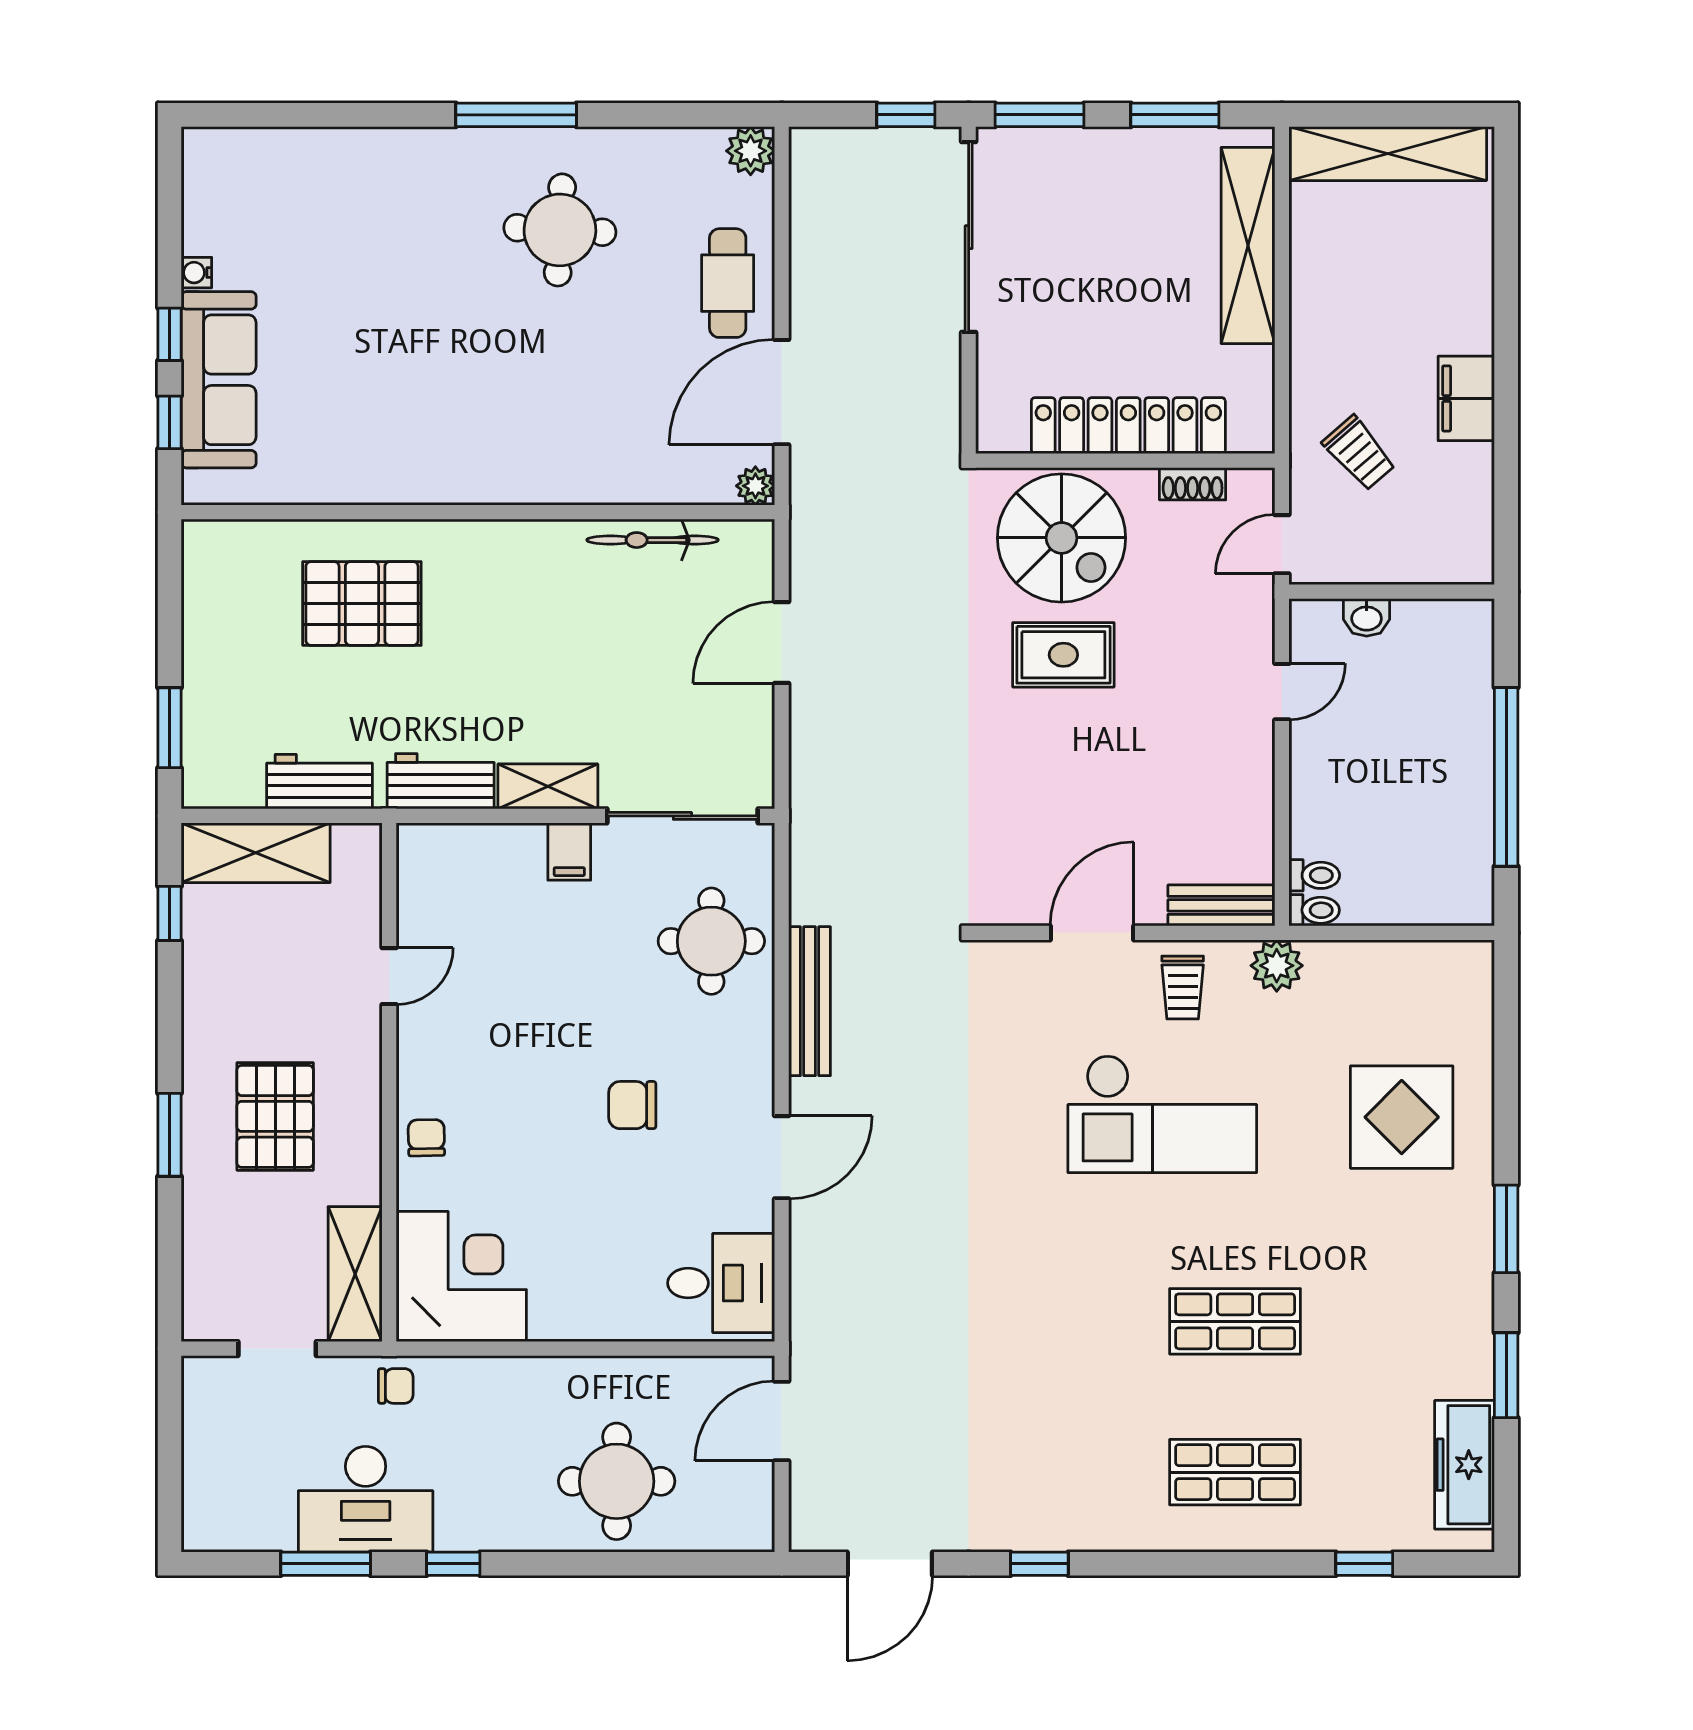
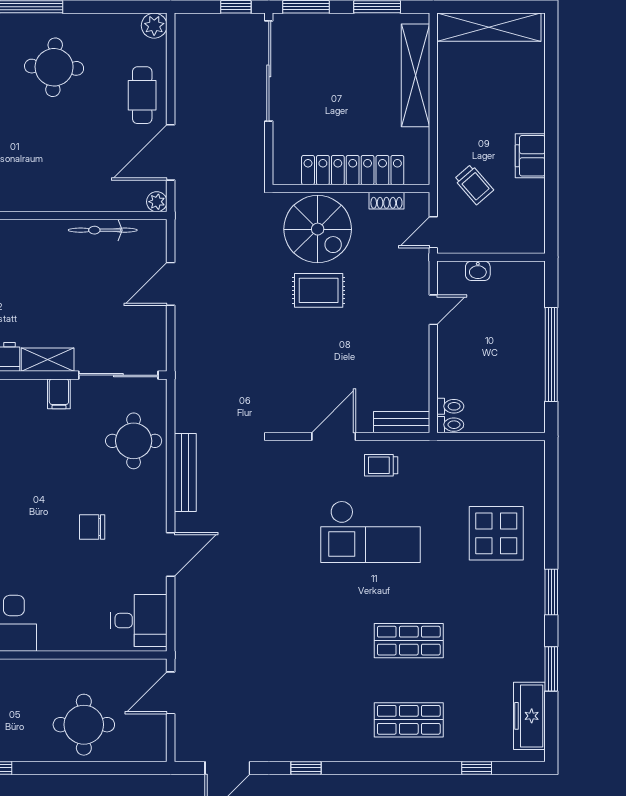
plant: (1277, 966) -> (431, 454), removed
trolley: (1183, 988) -> (381, 465), turned 90

